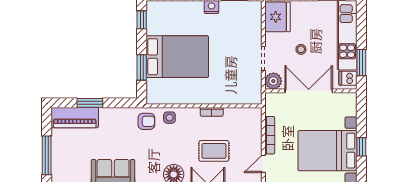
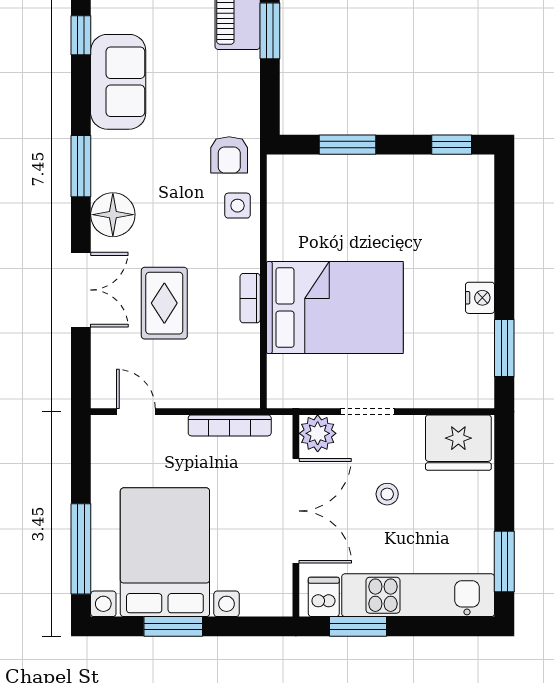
bed: (177, 57) -> (335, 308), moved, turned -90
bookcase: (270, 135) -> (230, 425), moved
window: (361, 147) -> (173, 626), width x1.50

